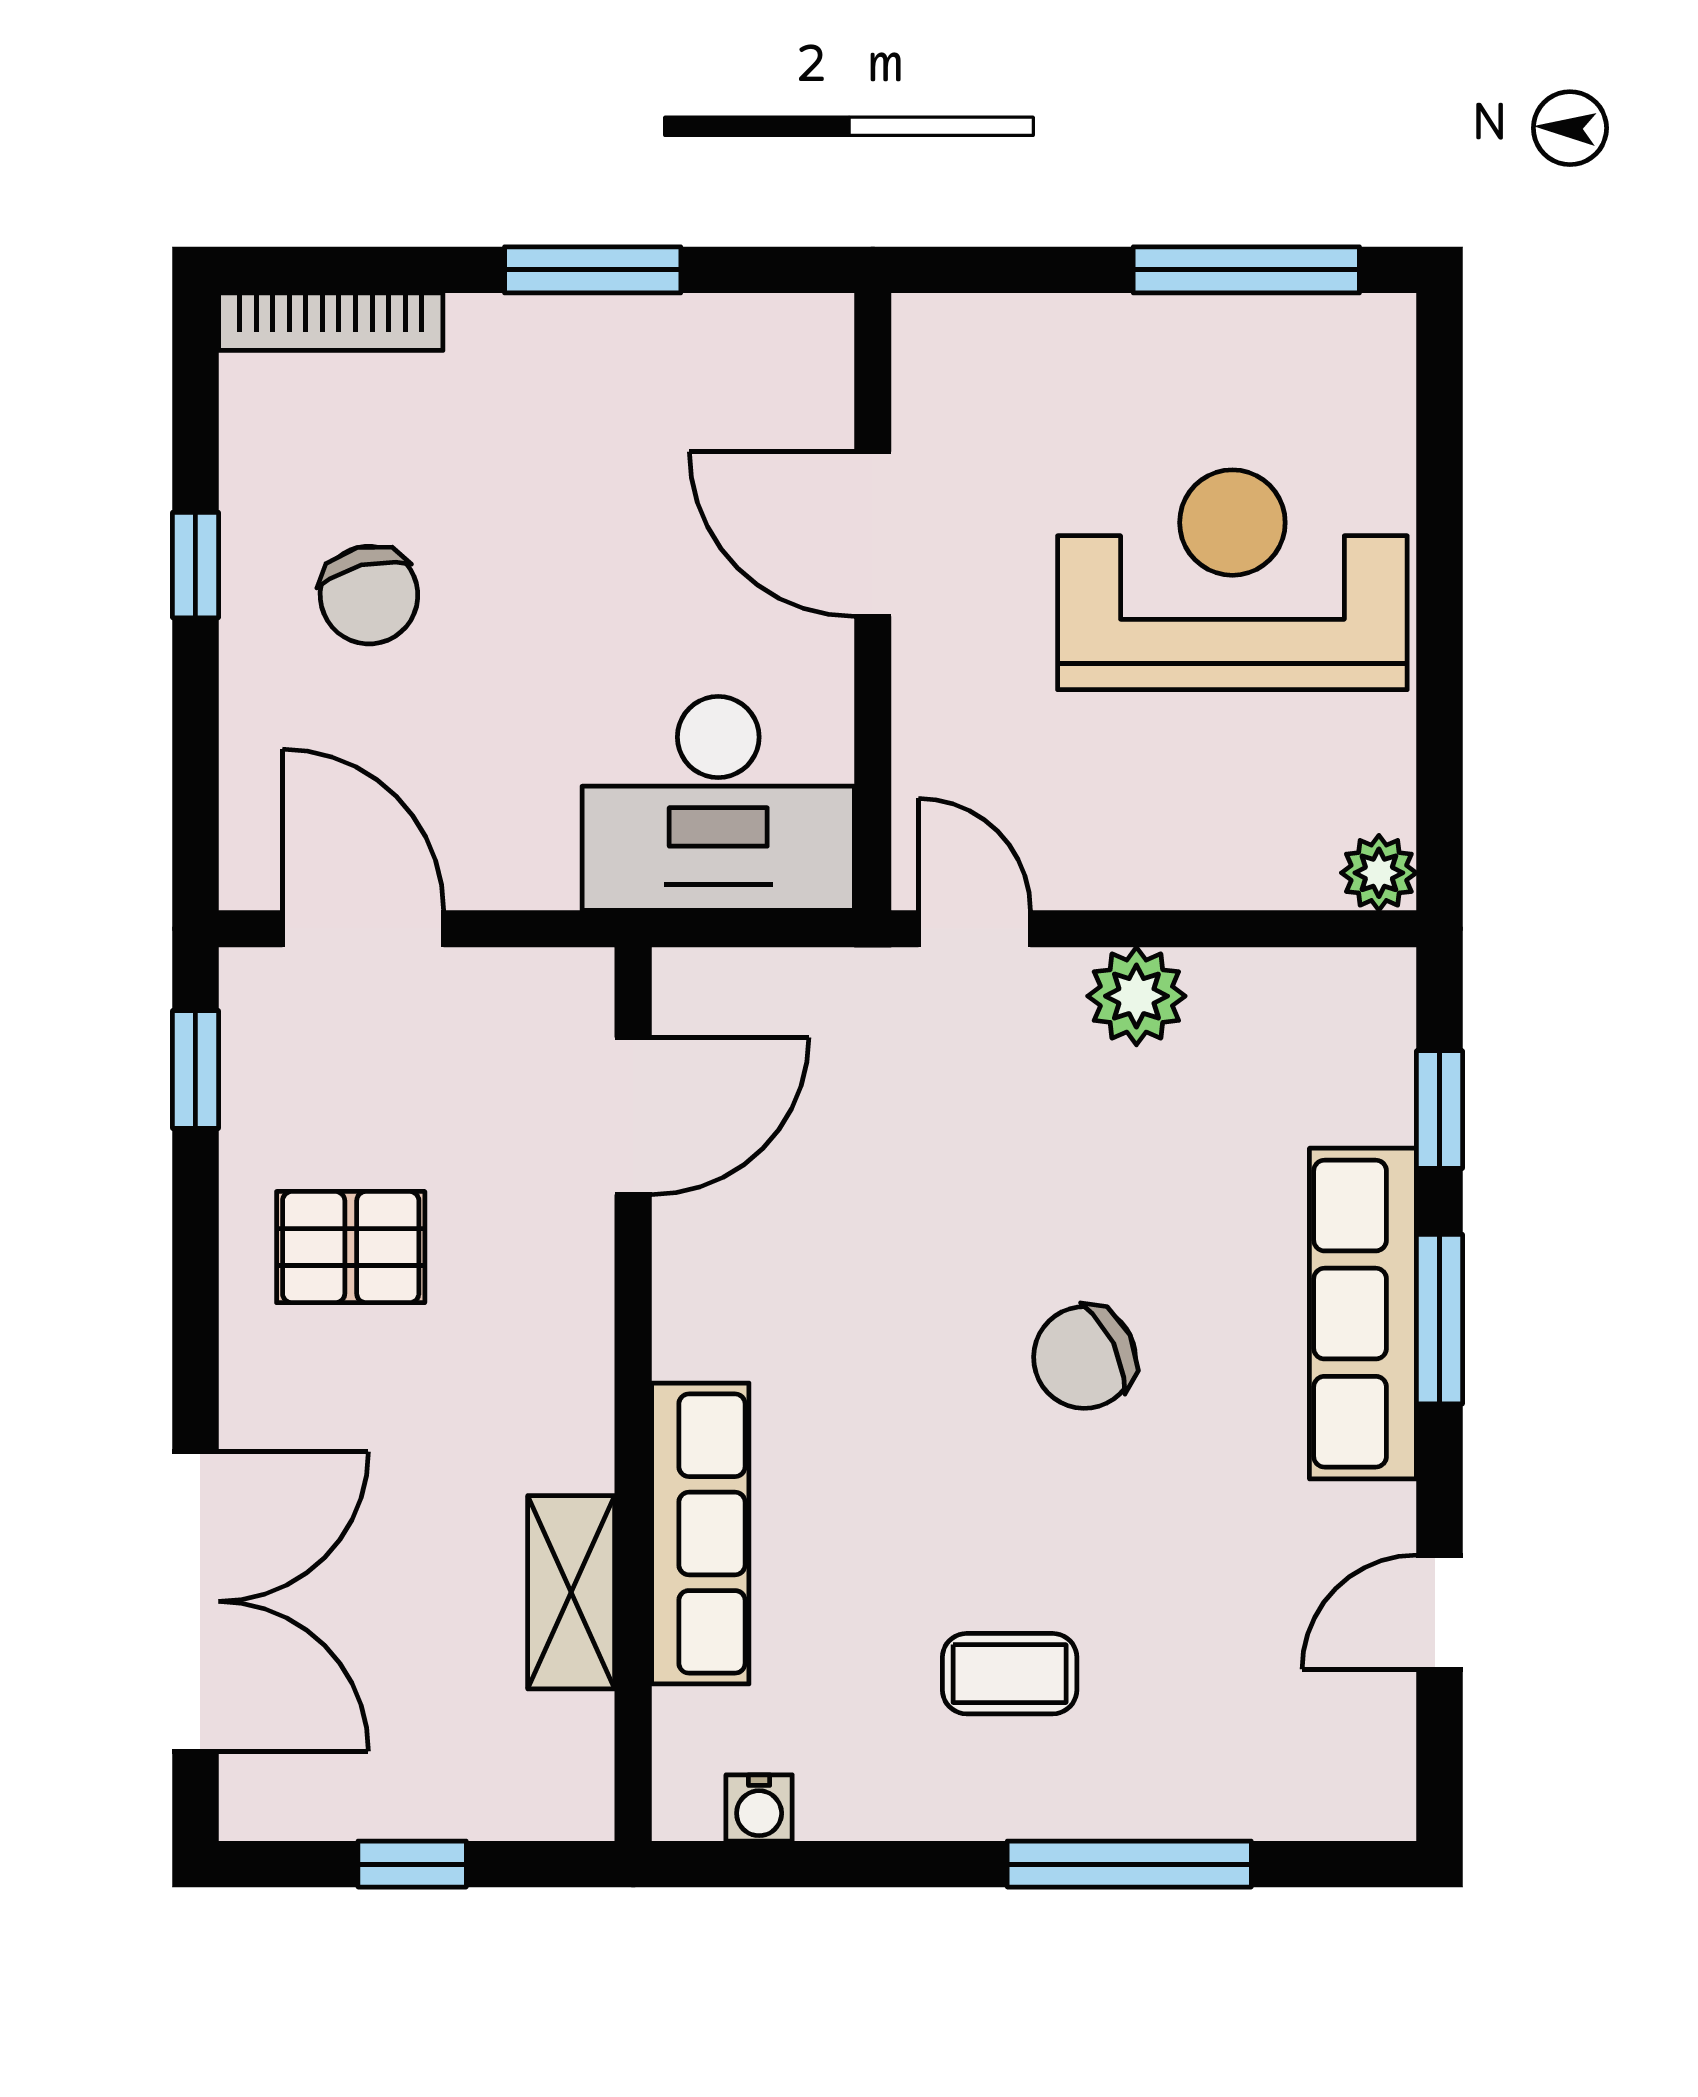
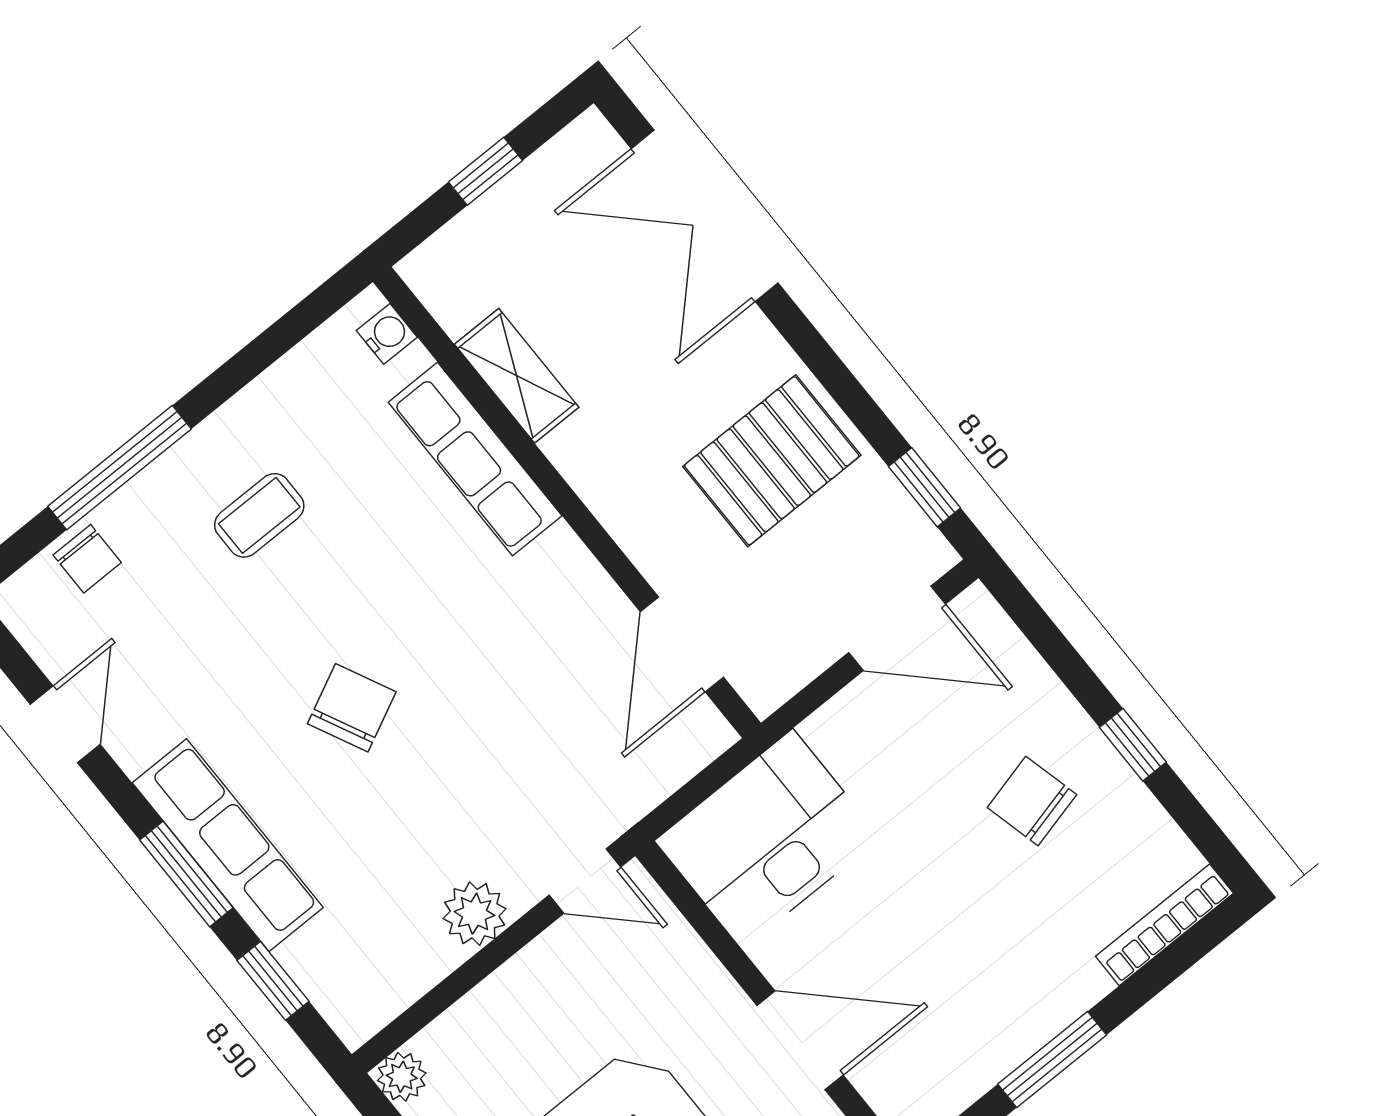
pallet: (351, 1247) -> (772, 461), width x1.50, depth x1.42
chair: (1255, 1787) -> (87, 559), added
water cooler: (759, 1808) -> (387, 334), moved, turned 90

